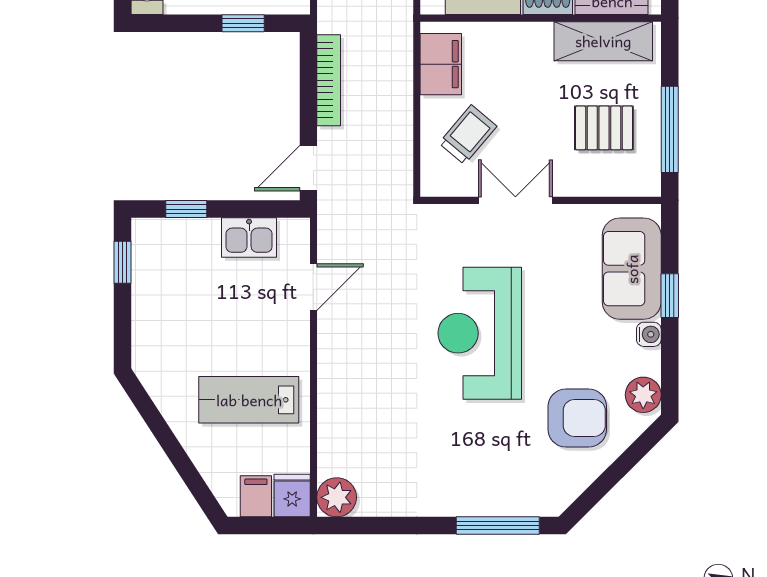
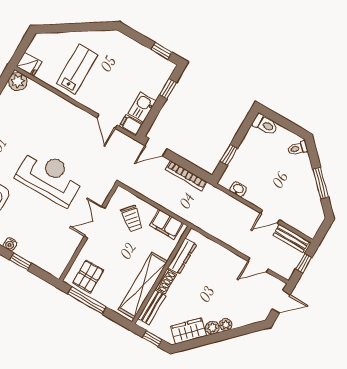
shelving: (603, 41) -> (143, 285), width x1.47
pallet: (604, 128) -> (88, 276), moved
door: (308, 168) -> (156, 147), swing flipped
double door: (515, 200) -> (95, 222), swing flipped
sofa: (632, 269) -> (40, 253), removed
filing cabinet: (256, 496) -> (131, 125), moved, turned 180

